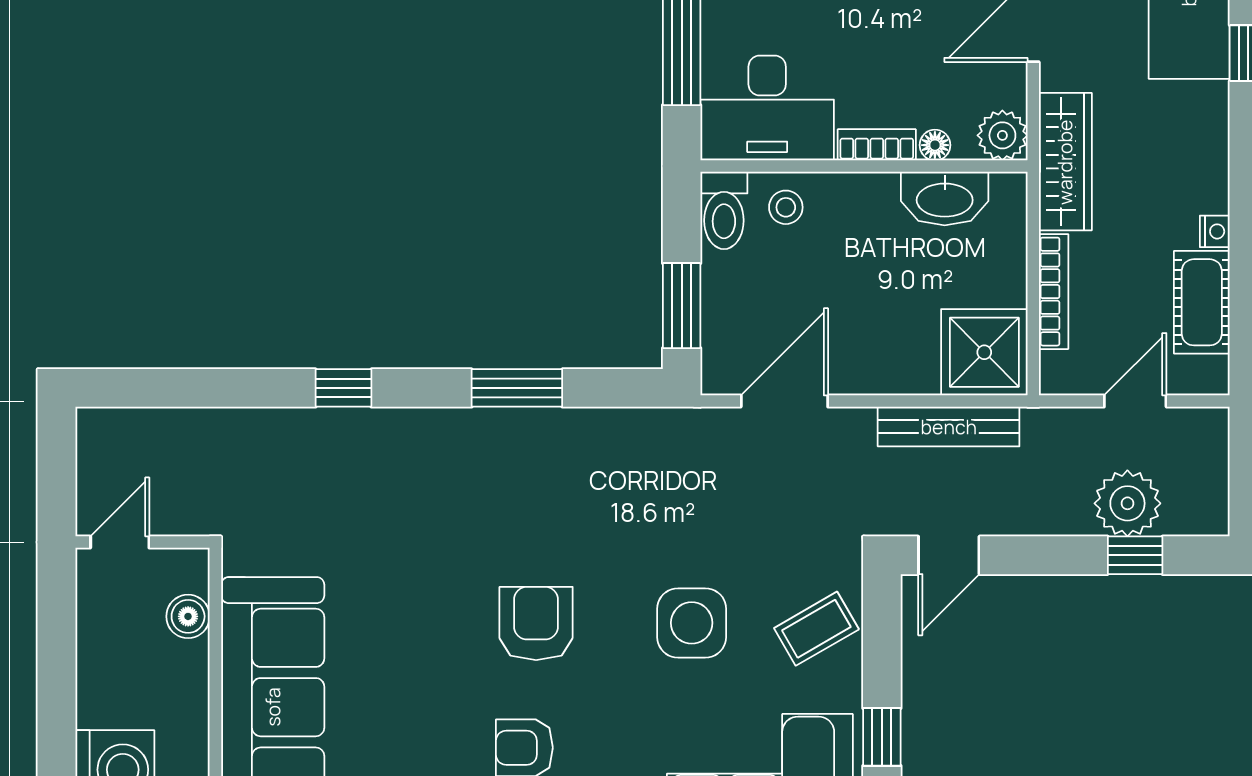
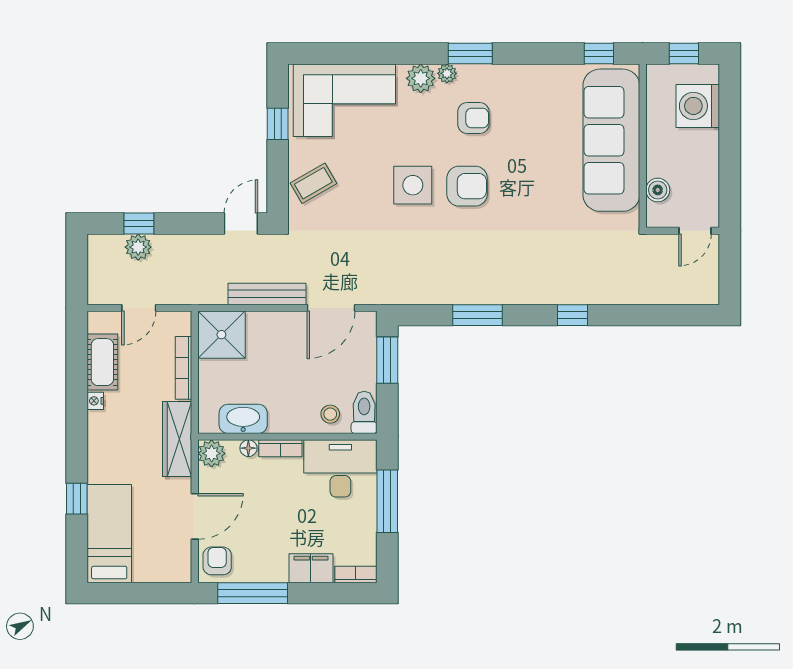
bench: (949, 427) -> (267, 294), moved
plant: (1127, 503) -> (138, 247), width x0.73, depth x0.73
armchair: (536, 623) -> (467, 186), turned -90
side table: (692, 623) -> (413, 185), moved

